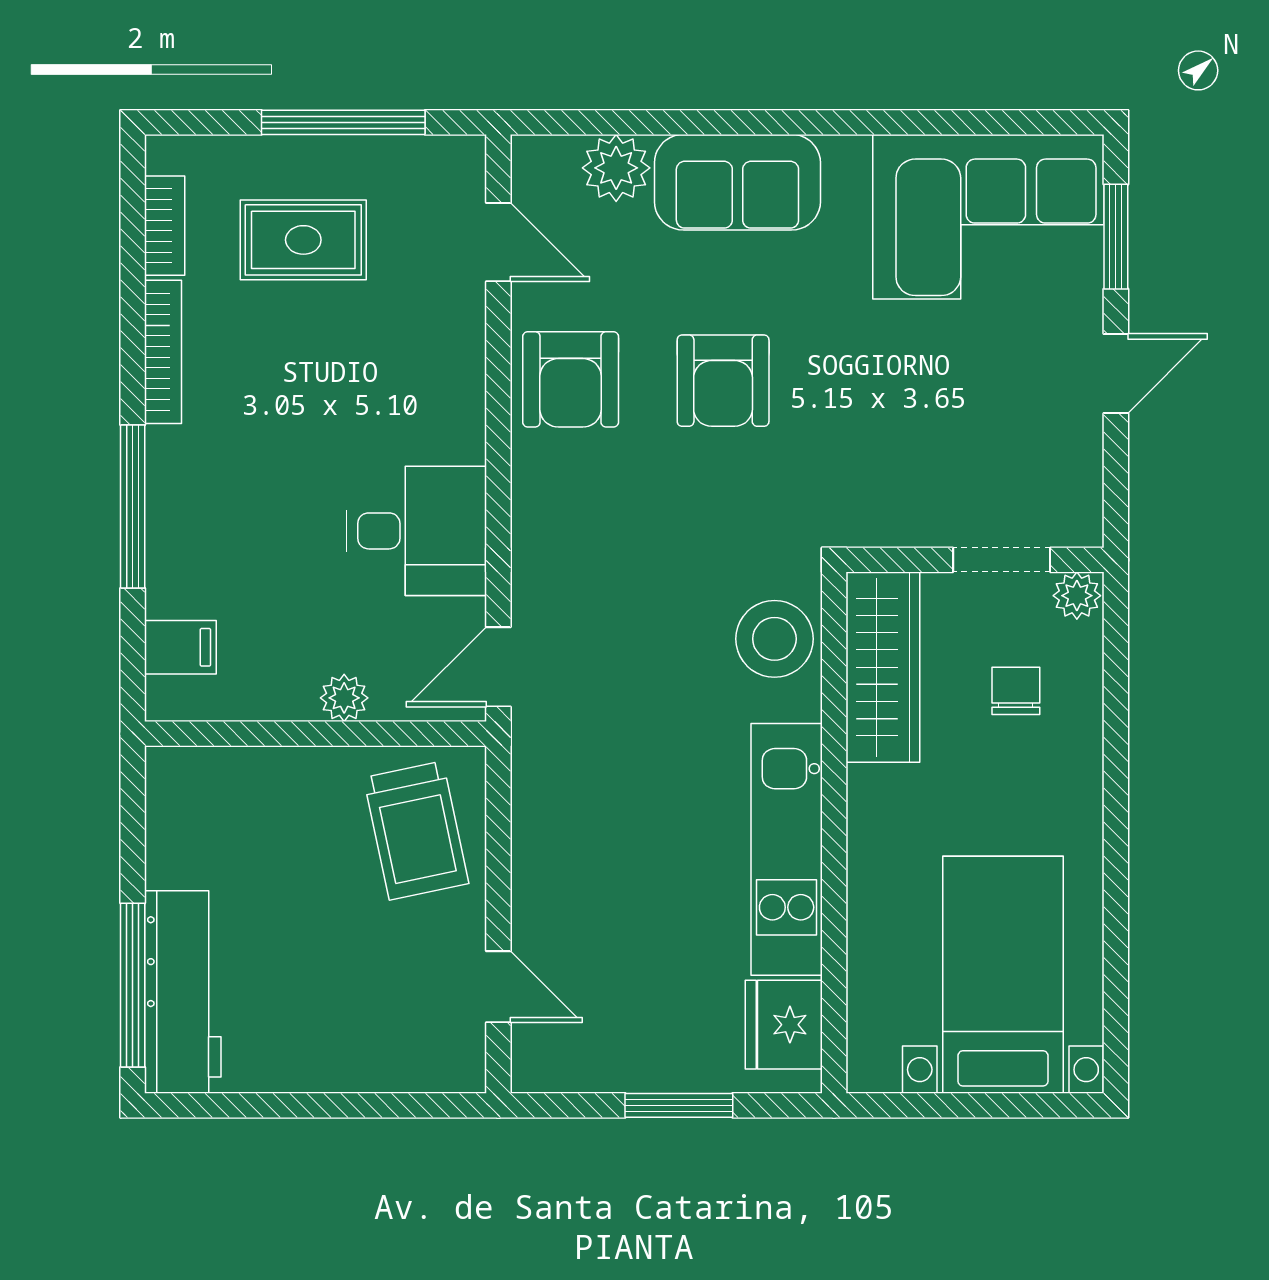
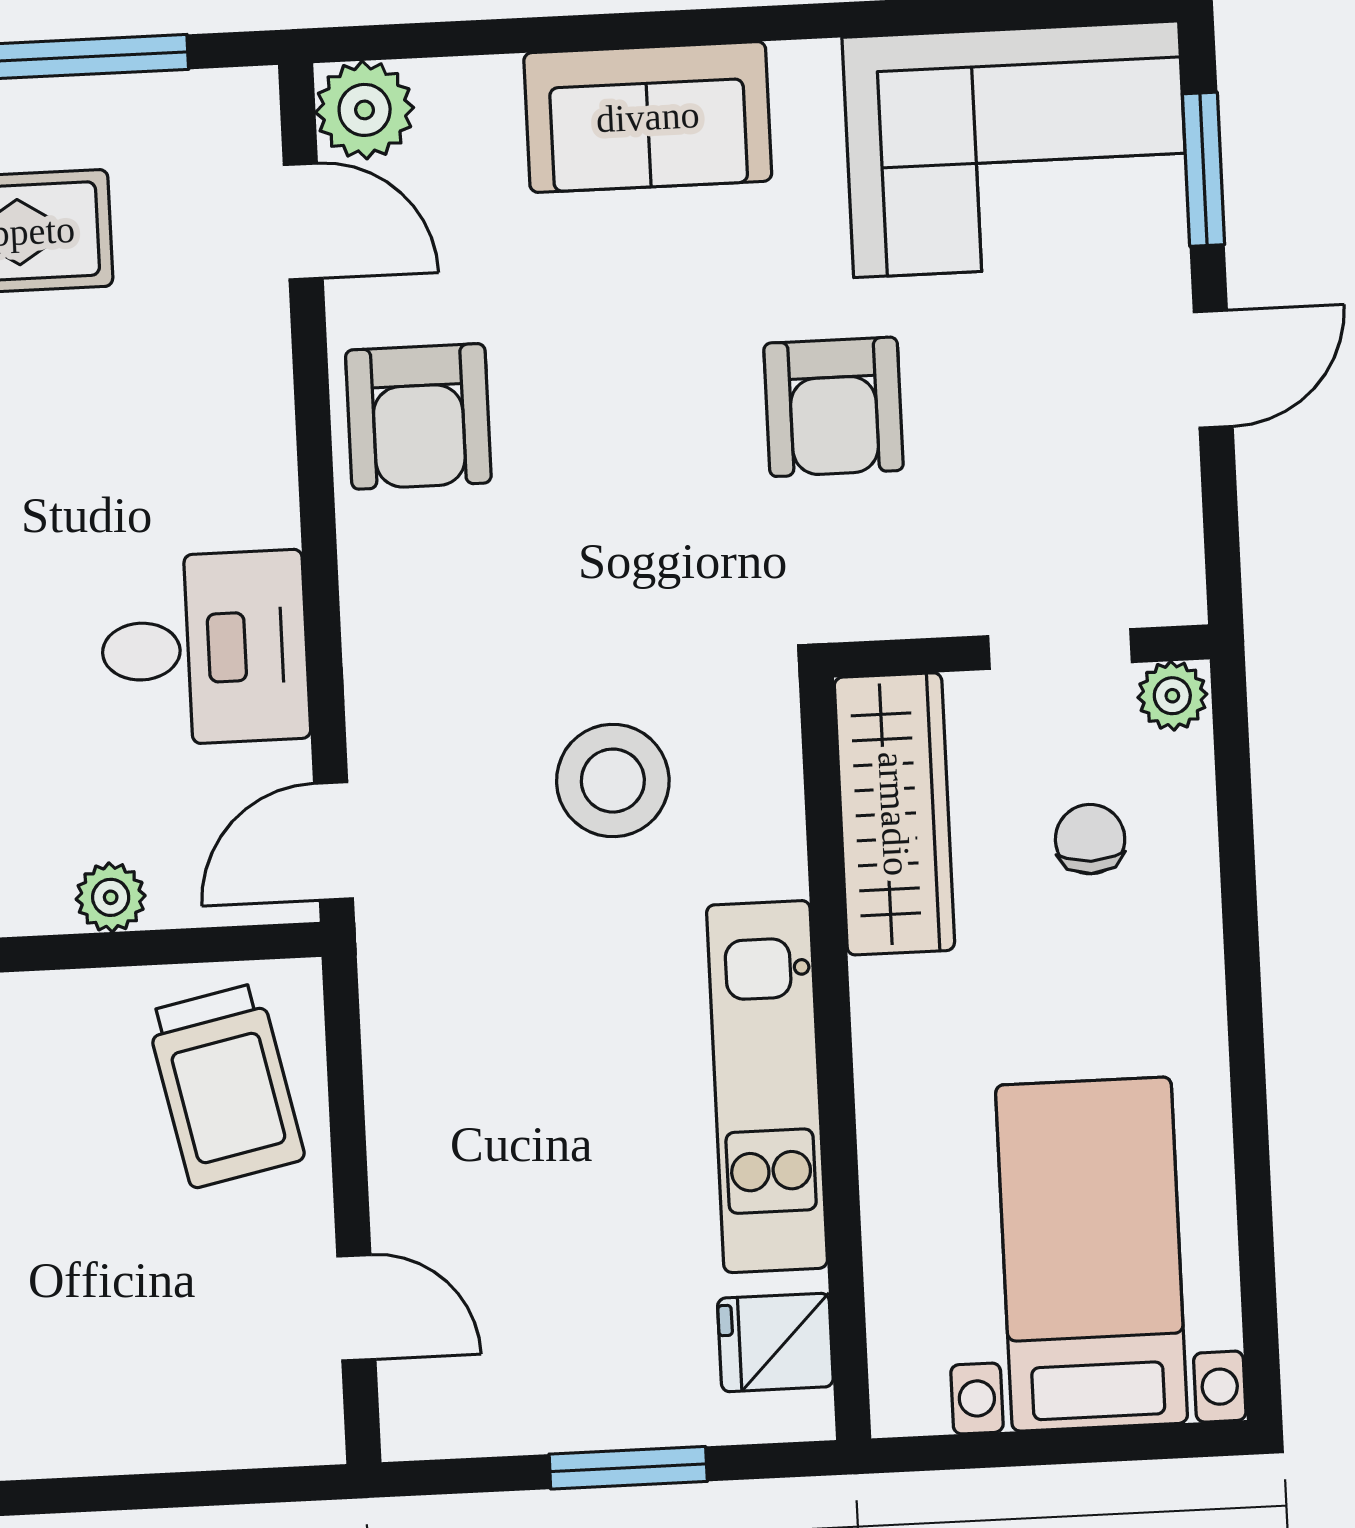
plant: (616, 168) -> (365, 110), moved
armchair: (723, 381) -> (834, 407), moved
stool: (774, 639) -> (613, 781), moved
fridge: (784, 1025) -> (775, 1342), width x0.72

